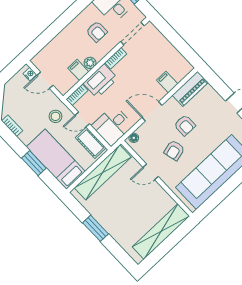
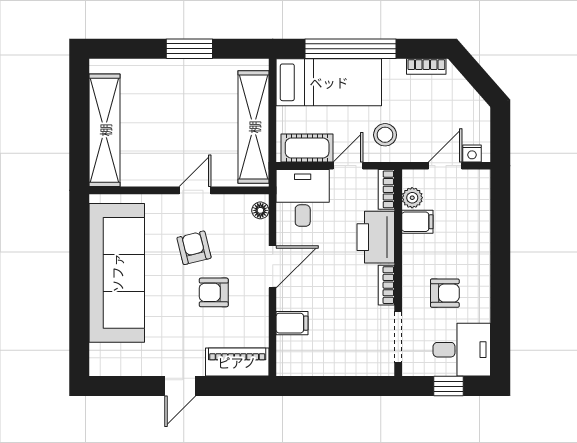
armchair: (97, 32) -> (445, 293), turned 180
plant: (90, 63) -> (412, 198), moved
piano: (190, 89) -> (237, 362), moved, turned 90
window: (34, 163) -> (351, 49), width x2.11

